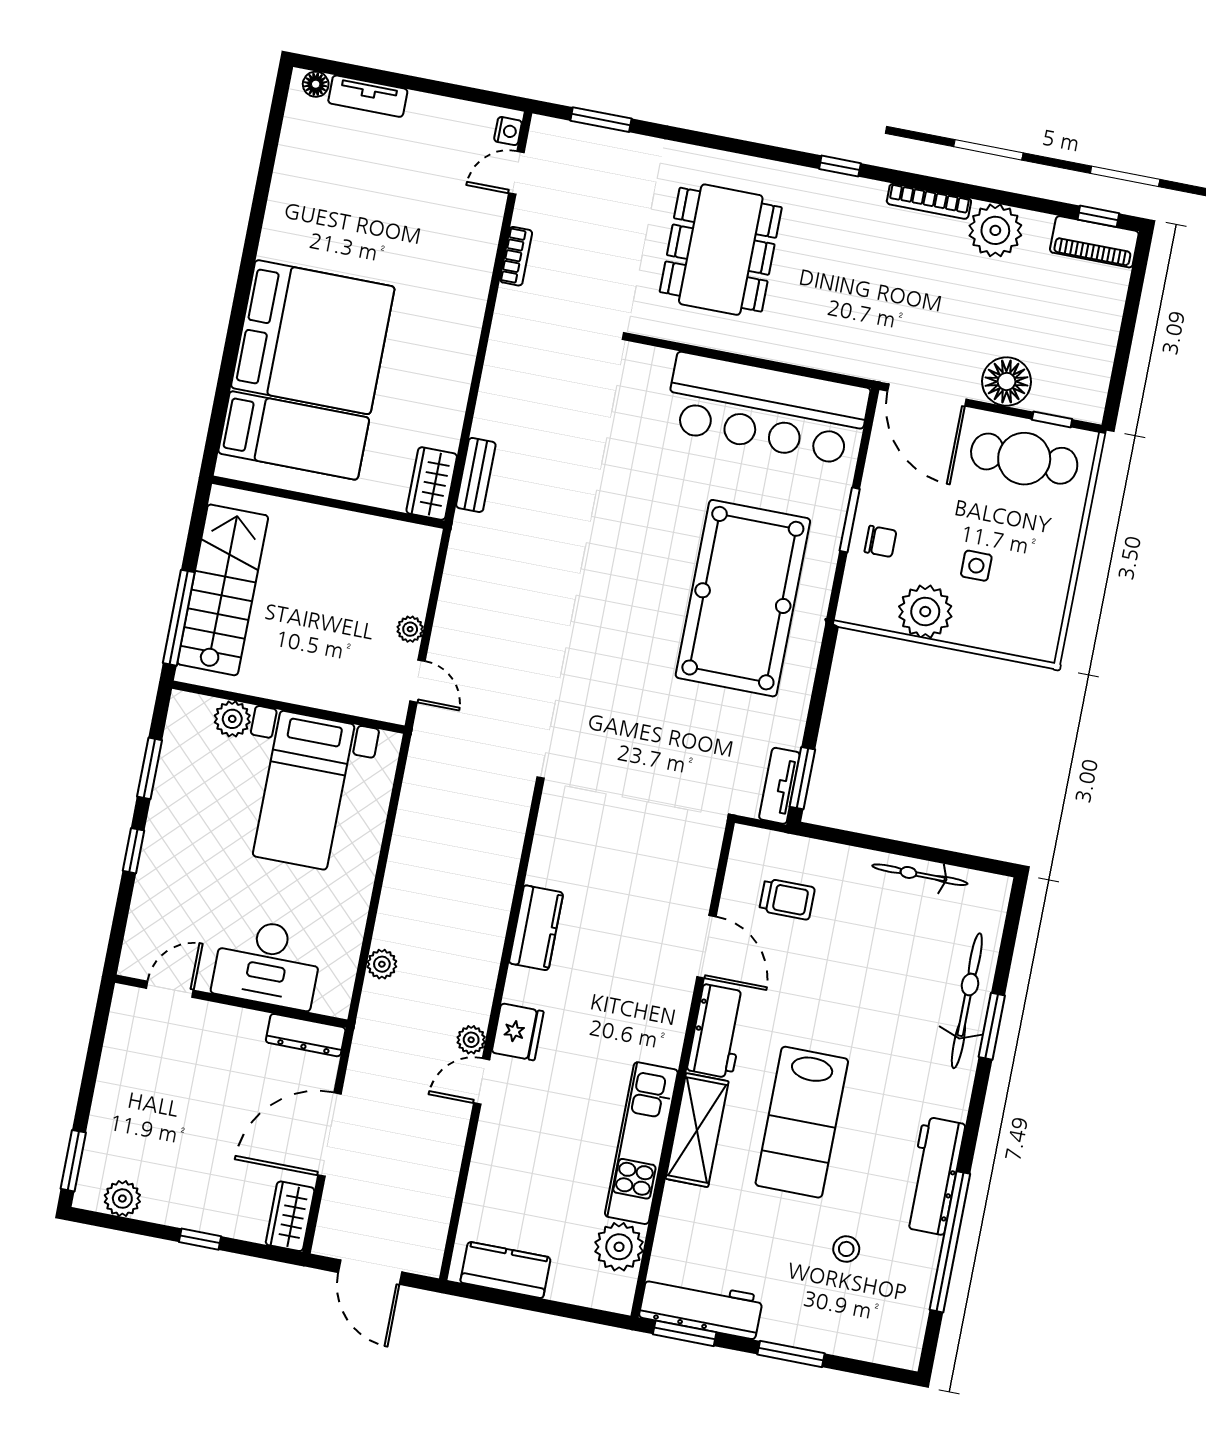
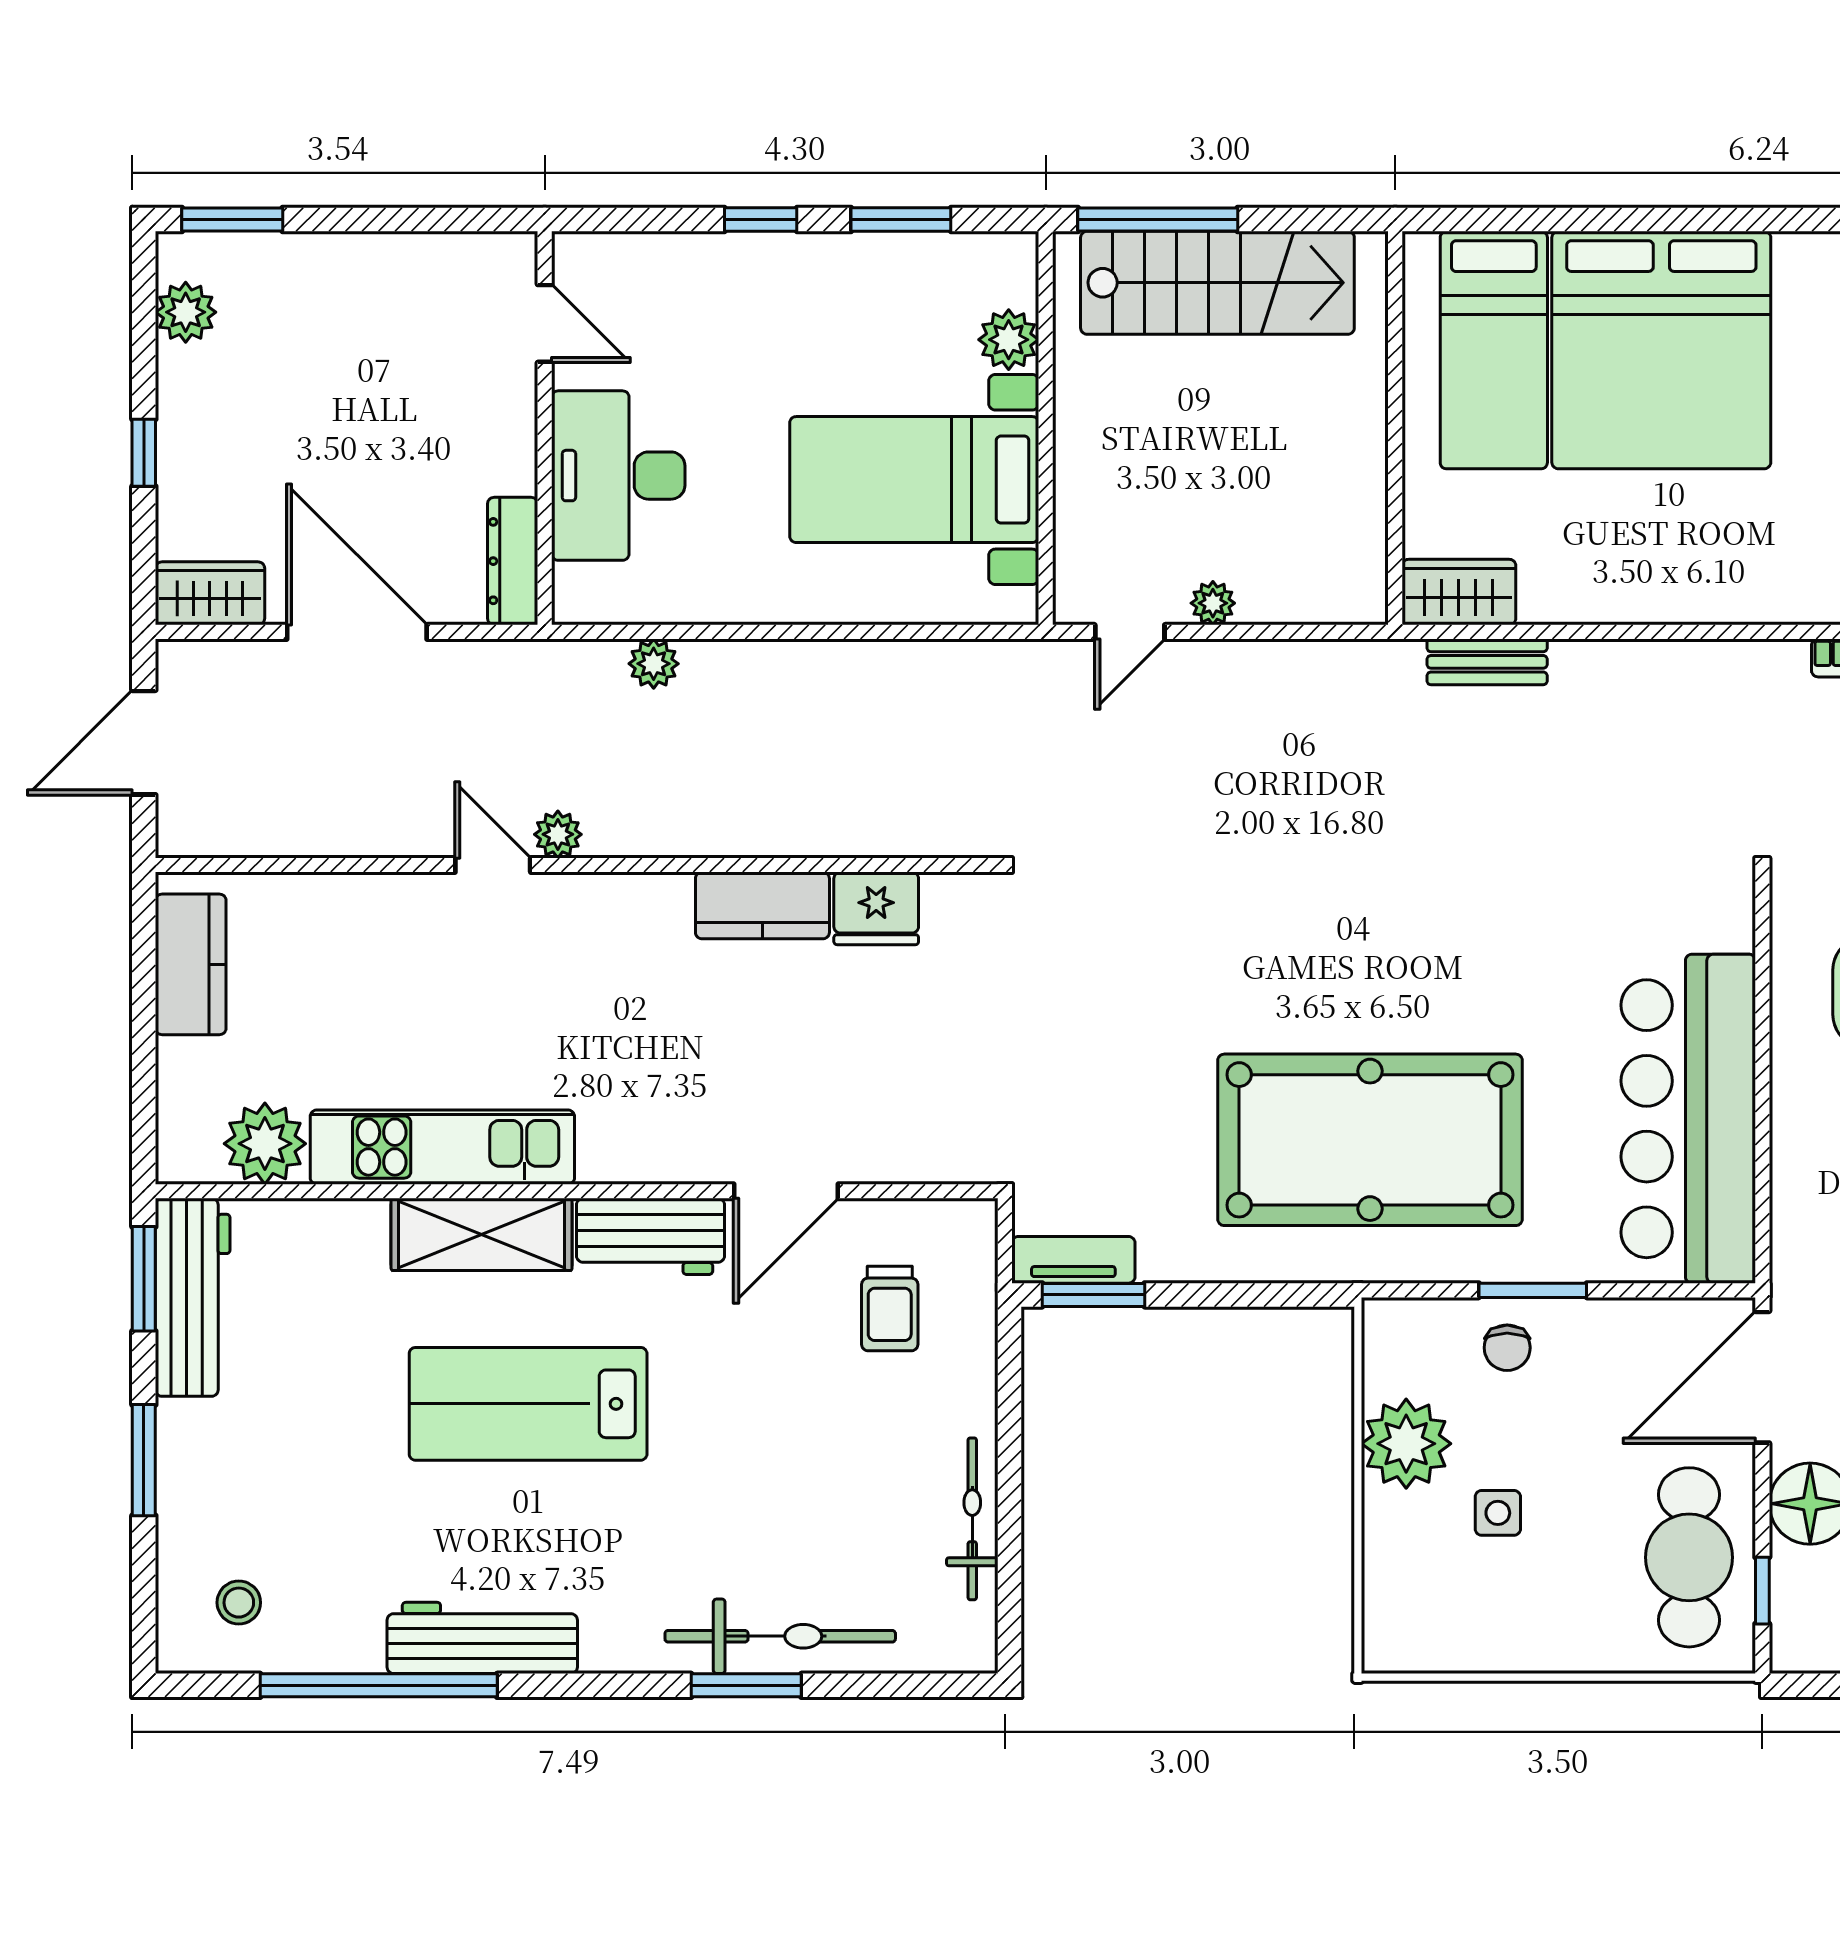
fridge: (518, 1032) -> (876, 908), moved
stool: (846, 1249) -> (239, 1603), moved

